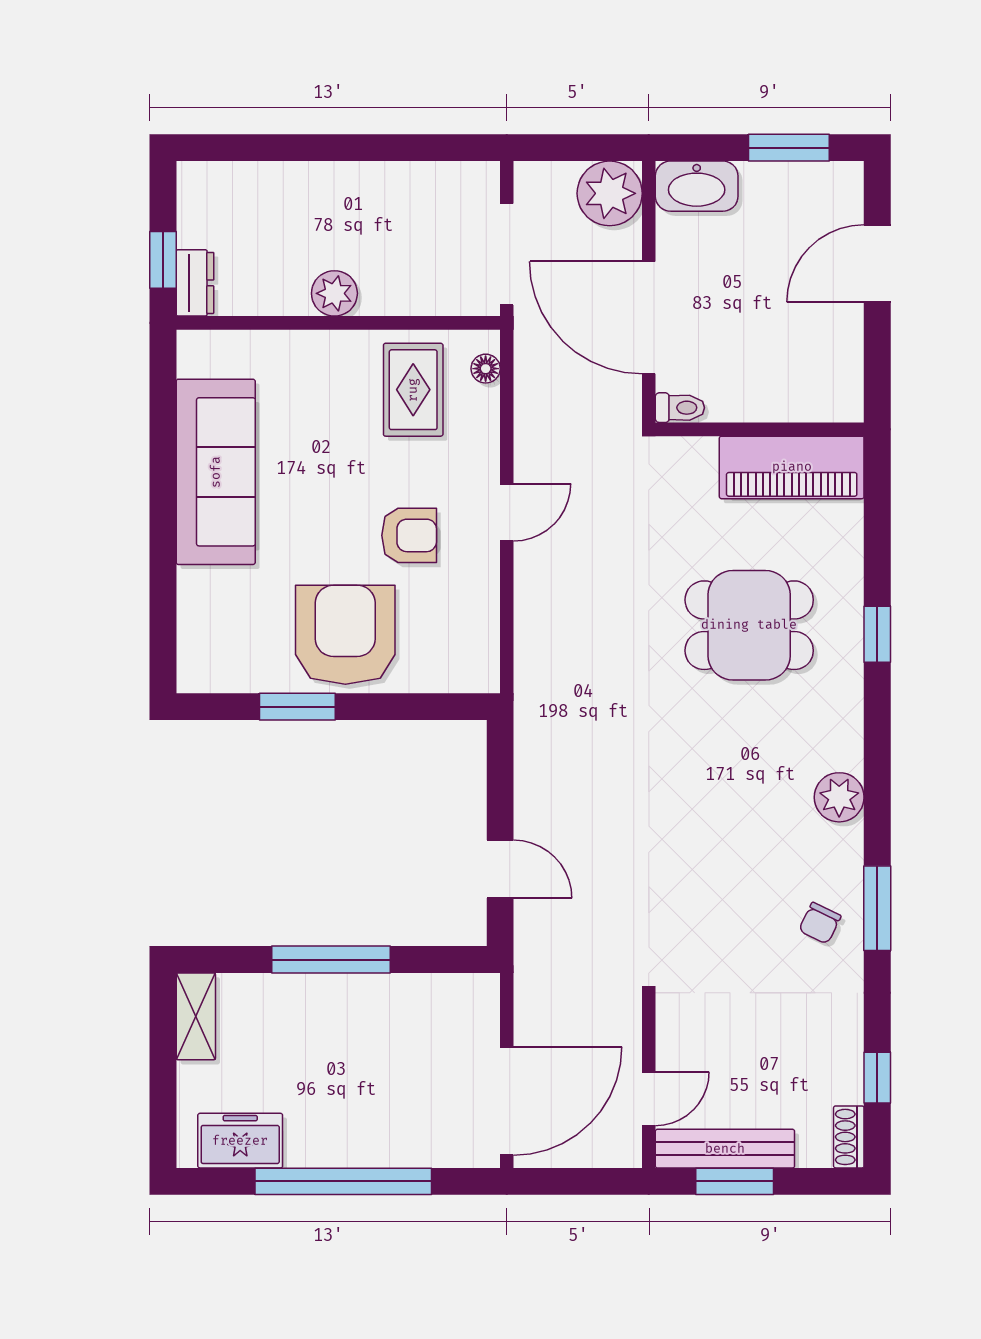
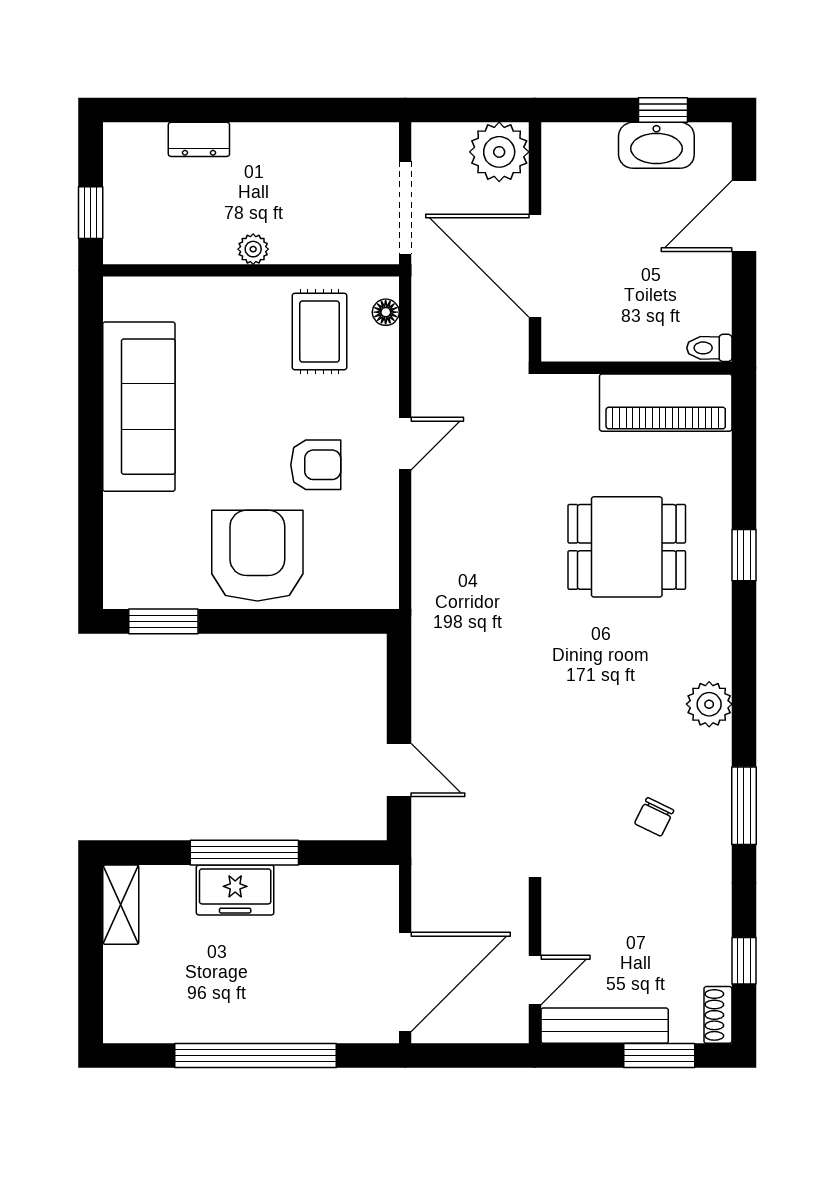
window: (789, 148) -> (663, 110), width x0.67
washbasin: (697, 186) -> (656, 145), moved
dresser: (195, 283) -> (199, 139), moved, turned 90
plant: (334, 293) -> (253, 249), width x0.73, depth x0.73
toilet: (680, 408) -> (709, 348), moved, turned 180
window: (297, 707) -> (163, 621), moved
chair: (820, 923) -> (654, 817), moved
freezer: (240, 1141) -> (235, 890), moved, turned 180
window: (735, 1181) -> (659, 1056), moved

